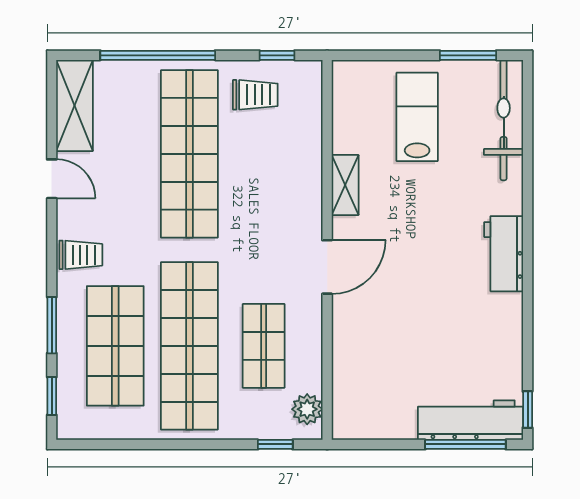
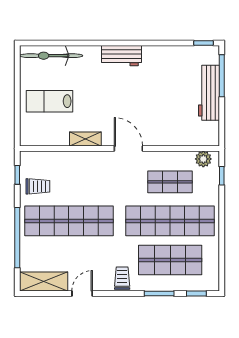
window: (468, 55) -> (17, 74), removed
trolley: (255, 95) -> (38, 186), turned 90
workbench: (470, 420) -> (209, 93), moved

